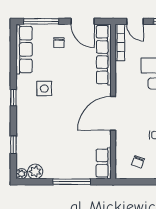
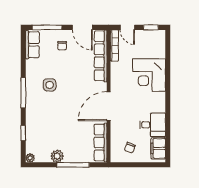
row of seats: (24, 49) -> (32, 45), width x0.68
window: (13, 98) -> (23, 93), width x2.17
row of seats: (104, 163) -> (101, 142), width x1.48
plant: (35, 172) -> (57, 156), moved

